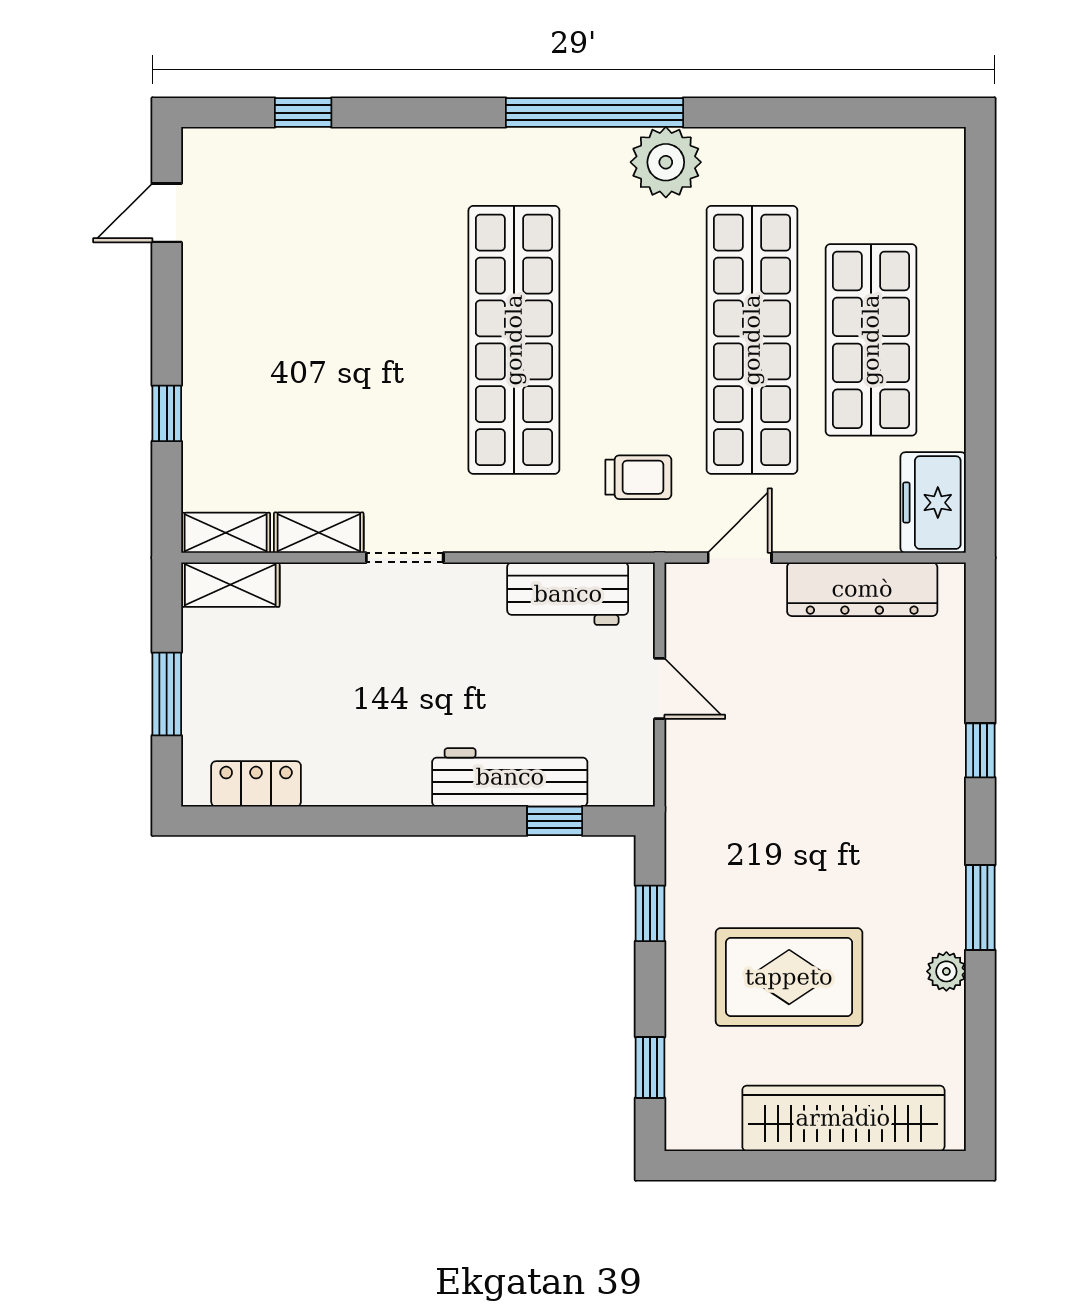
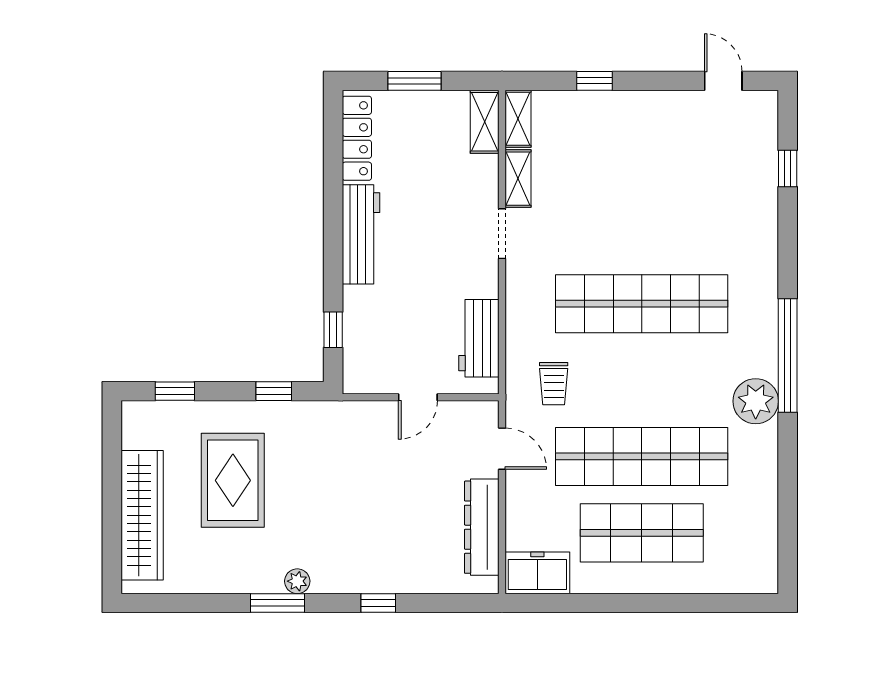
workbench: (510, 777) -> (361, 234), moved
locker: (256, 784) -> (357, 138), width x1.53
plant: (946, 971) -> (297, 581), moved

